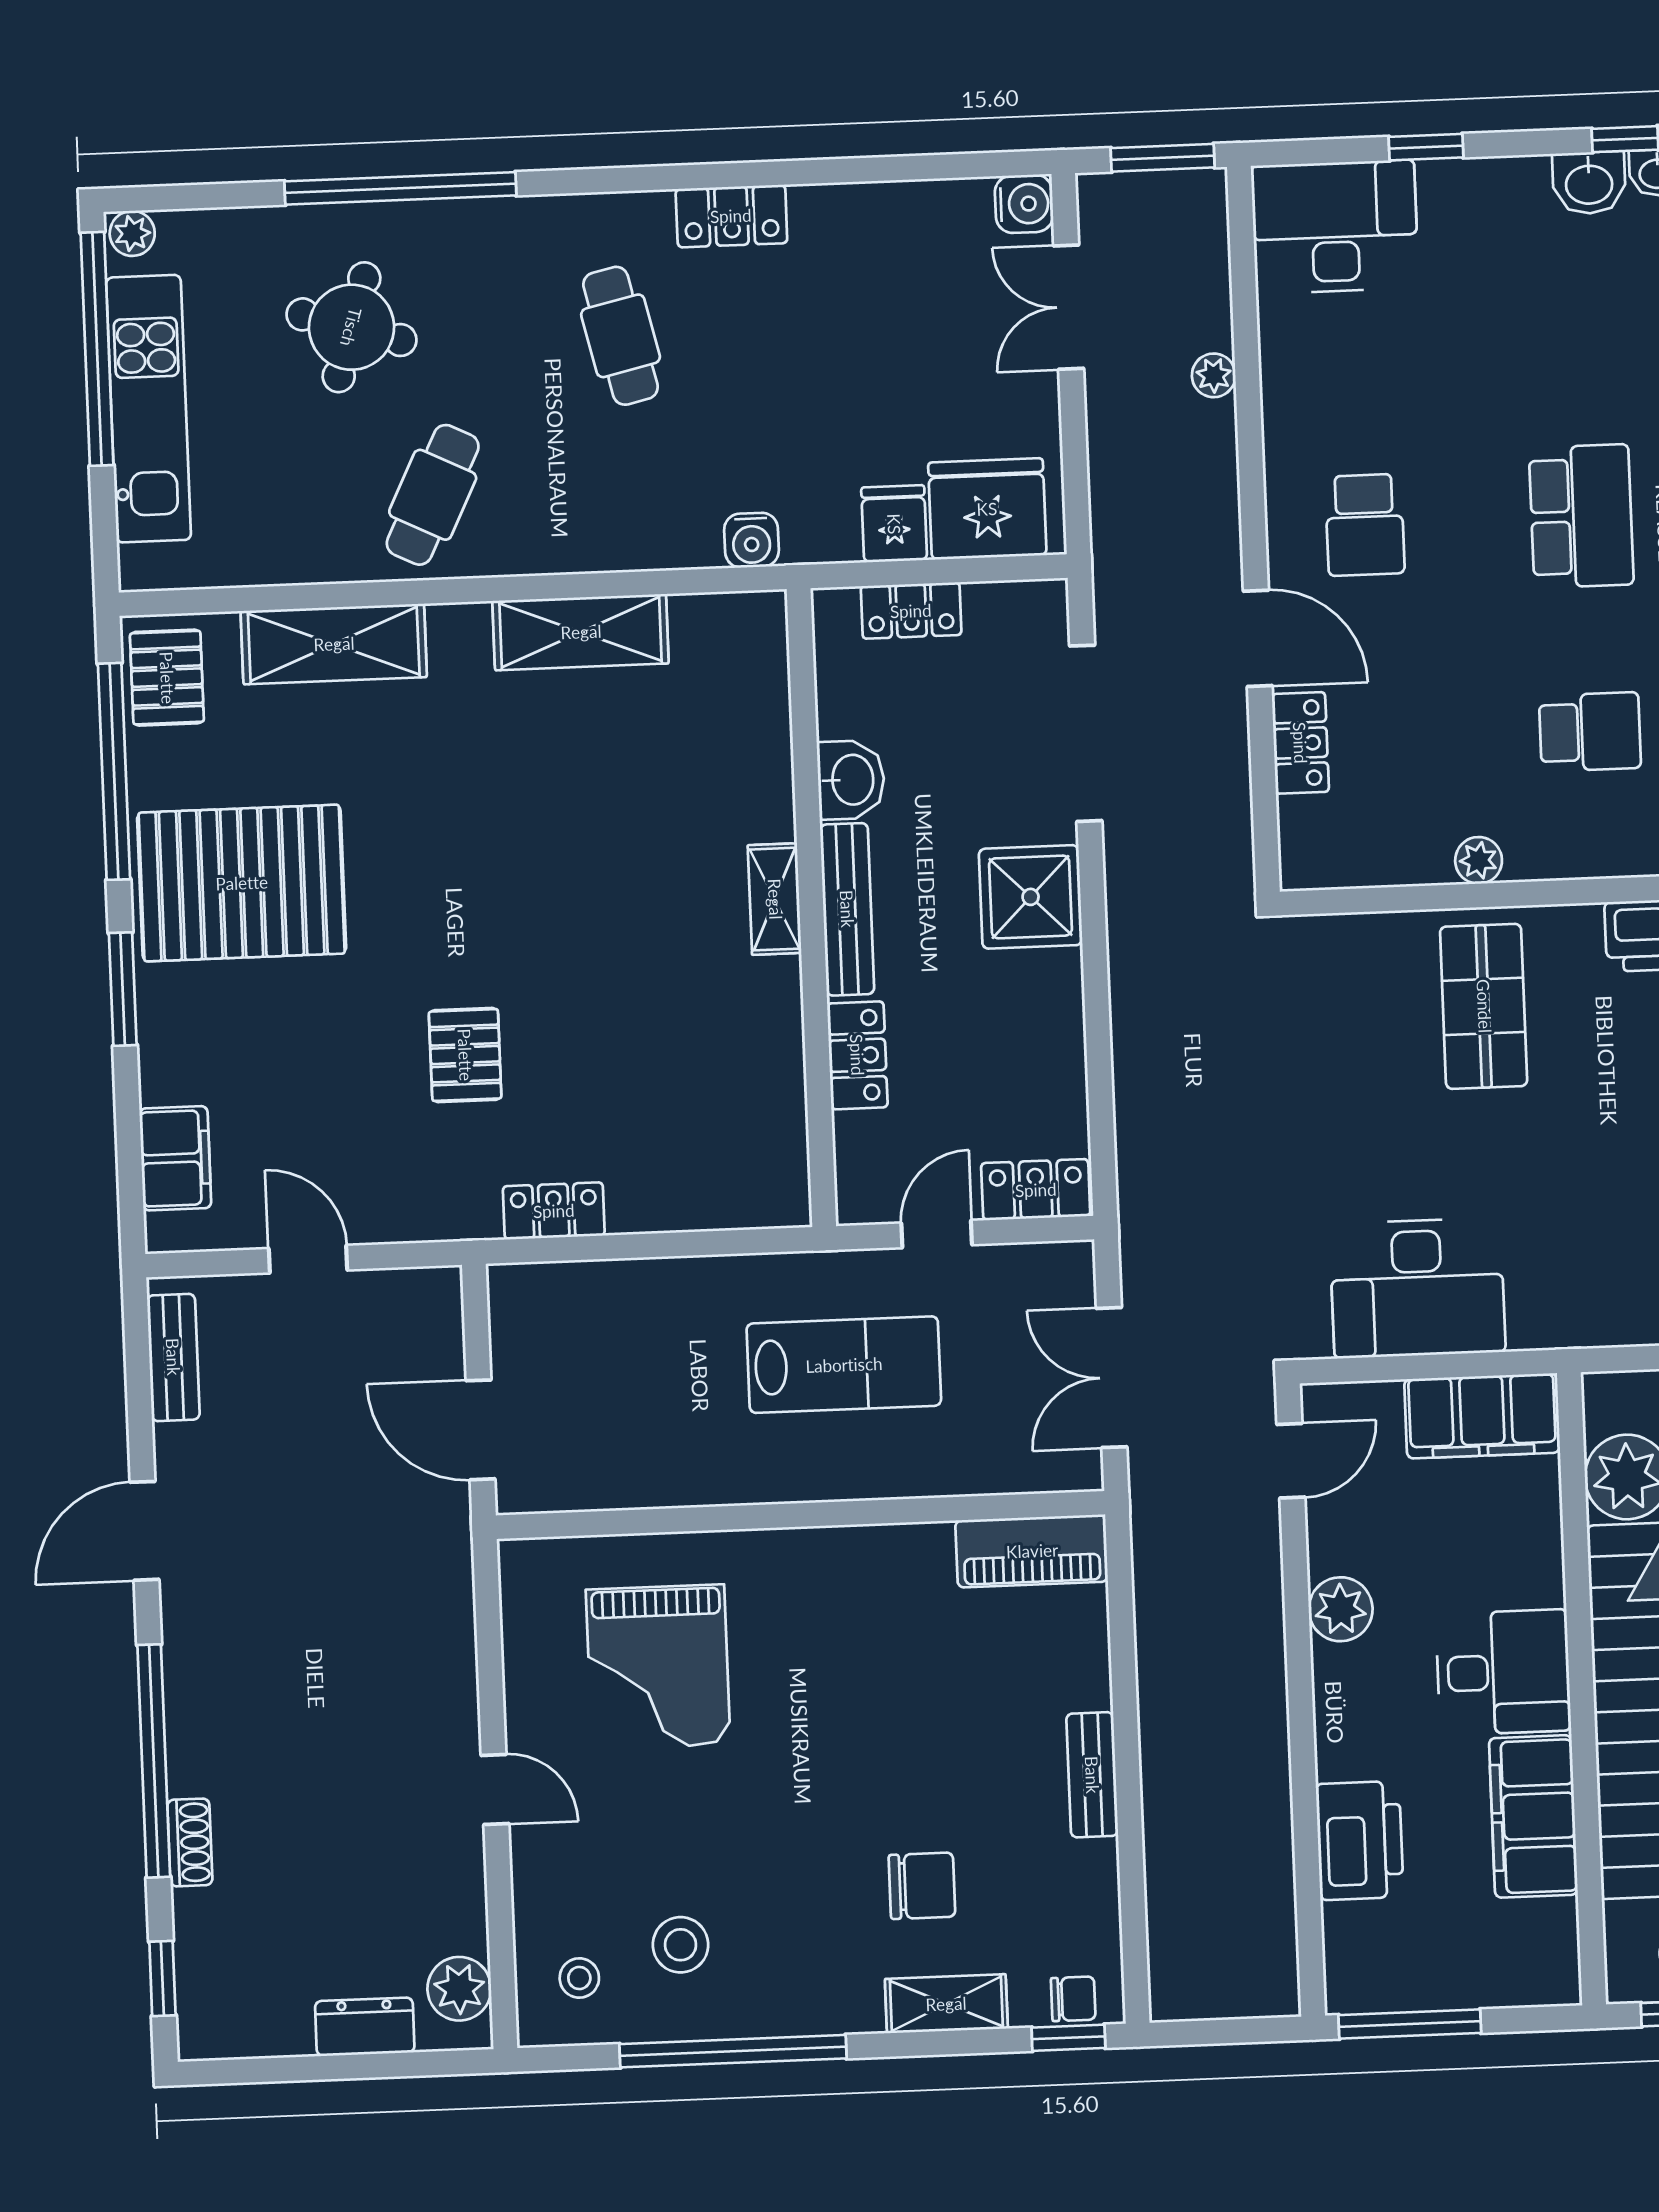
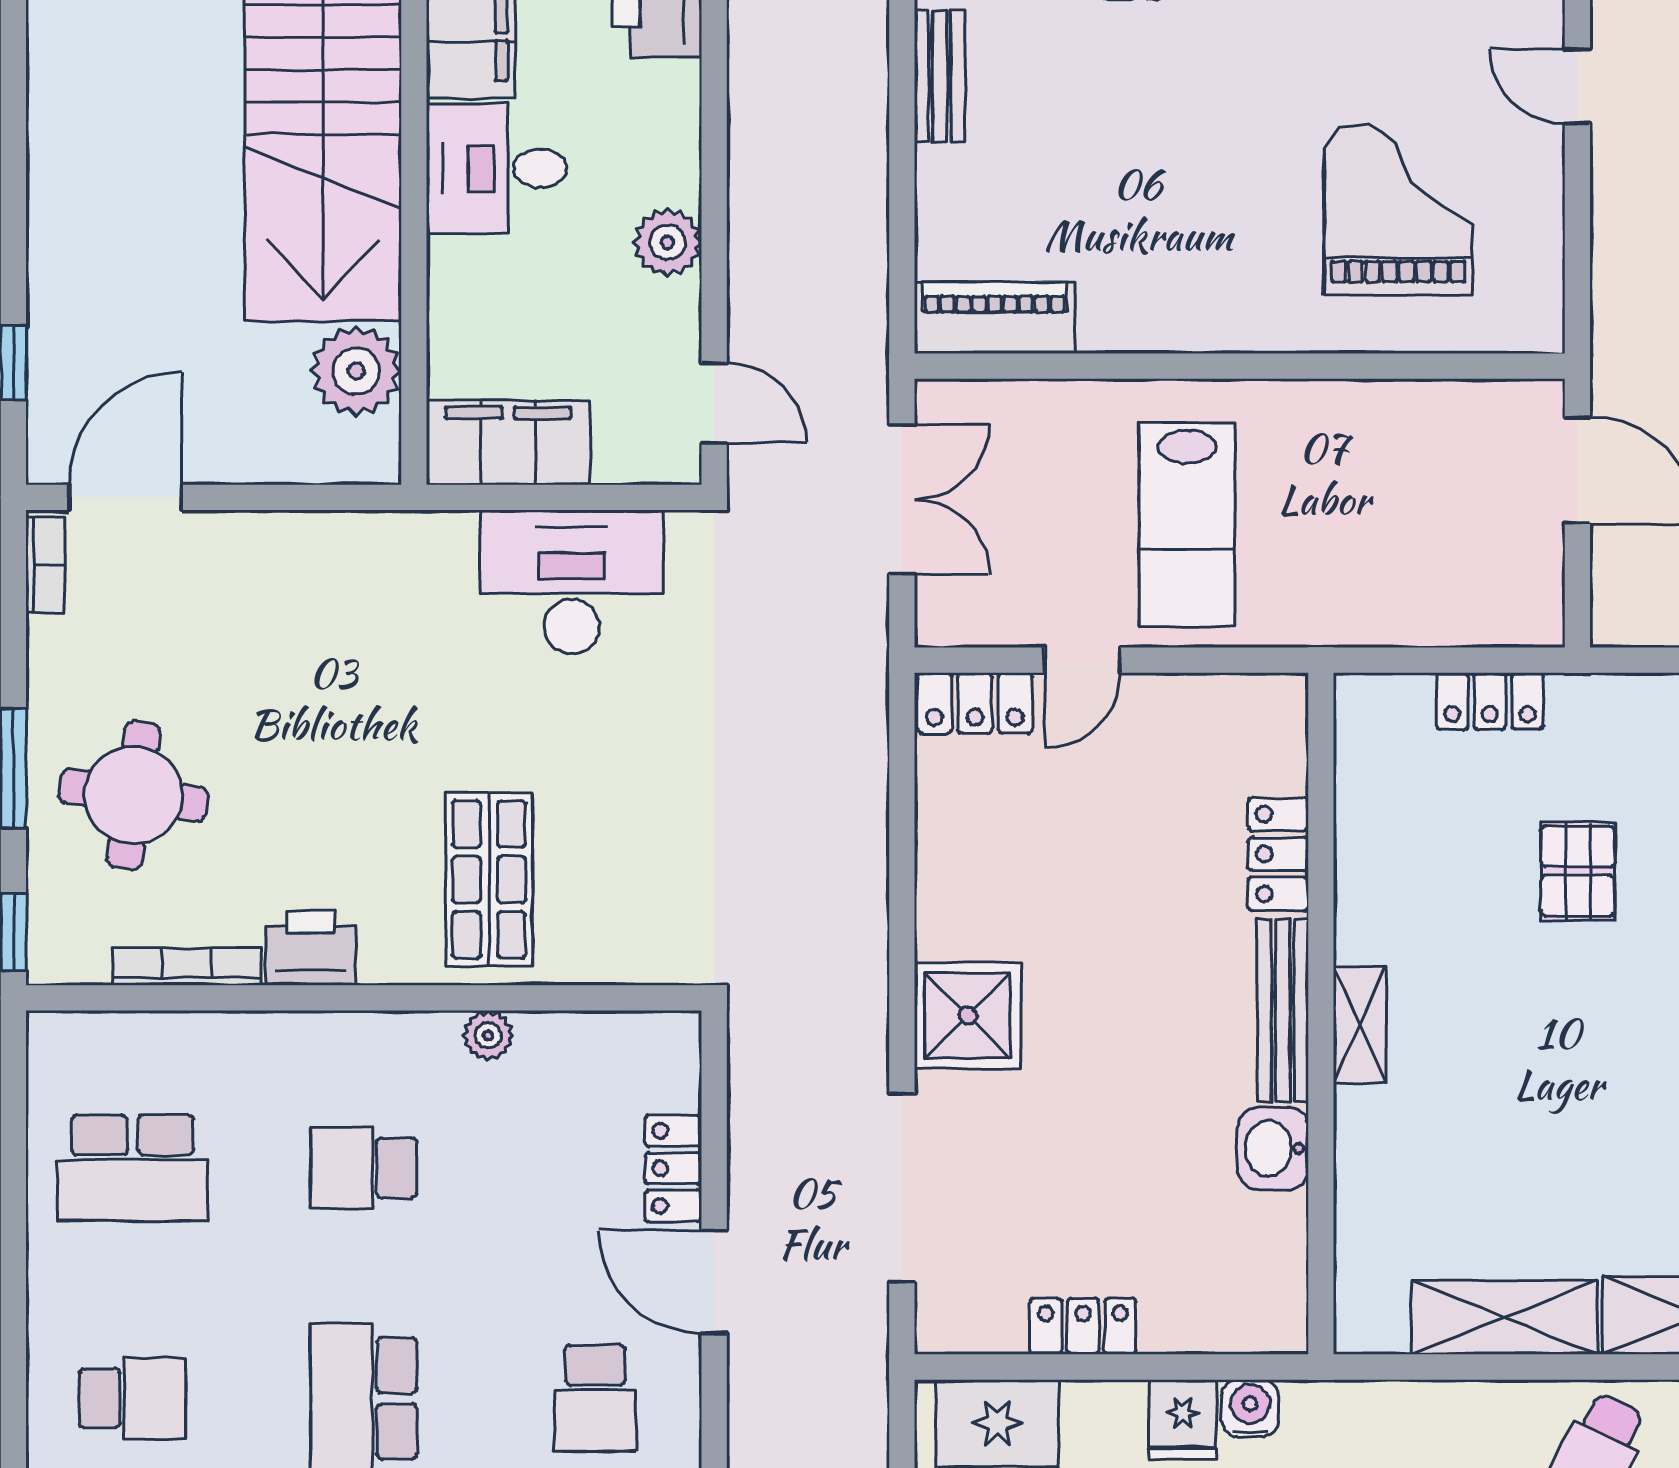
fridge: (894, 524) -> (1183, 1420), moved
school desk: (1365, 525) -> (595, 1398), turned 180
shelving: (581, 632) -> (1505, 1317), moved
washbasin: (851, 780) -> (1273, 1148), moved
shelving: (775, 899) -> (1360, 1024), moved
wall: (811, 908) -> (1321, 1014), moved
bench: (847, 909) -> (1283, 1010), moved
locker: (857, 1055) -> (1278, 854), moved
lab bench: (844, 1365) -> (1187, 525), turned -90
door: (1291, 1461) -> (714, 403), swing flipped

